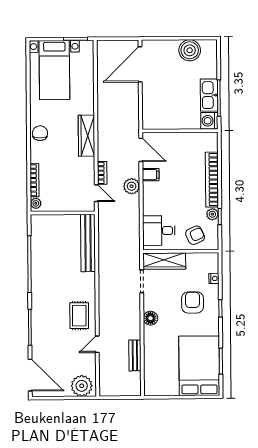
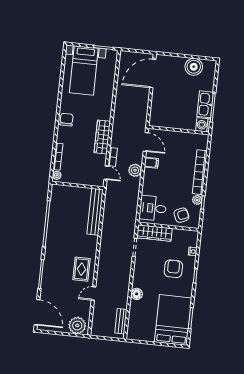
wardrobe: (86, 136) -> (102, 137), moved
floor lamp: (150, 318) -> (137, 294), moved
bench: (135, 355) -> (121, 321), moved

